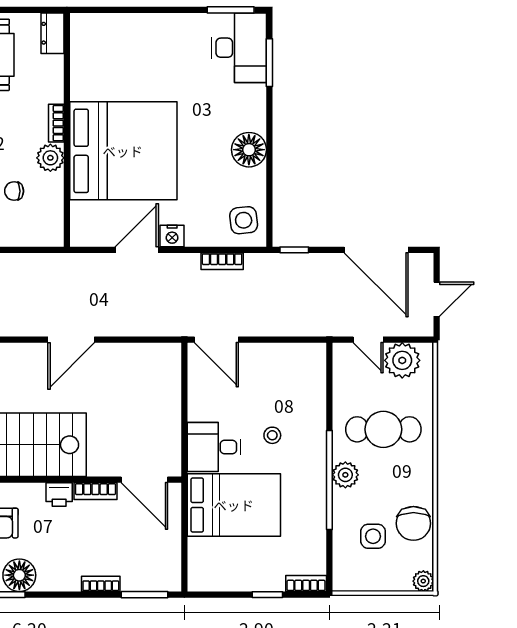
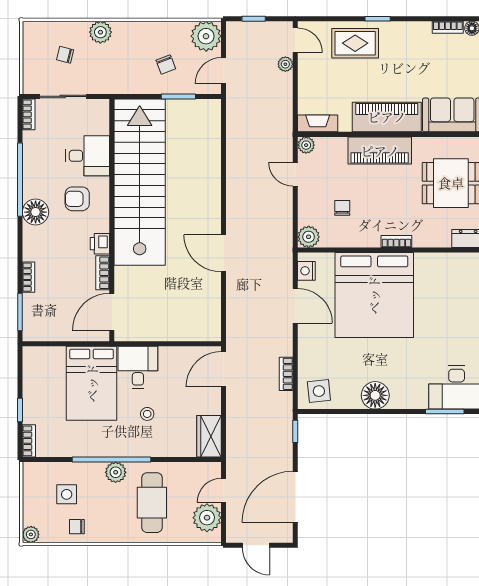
plant: (50, 158) -> (309, 237), moved
nightstand: (172, 236) -> (306, 271), moved
wardrobe: (300, 358) -> (209, 436), added
chair: (413, 523) -> (77, 527), width x0.54, depth x0.54

